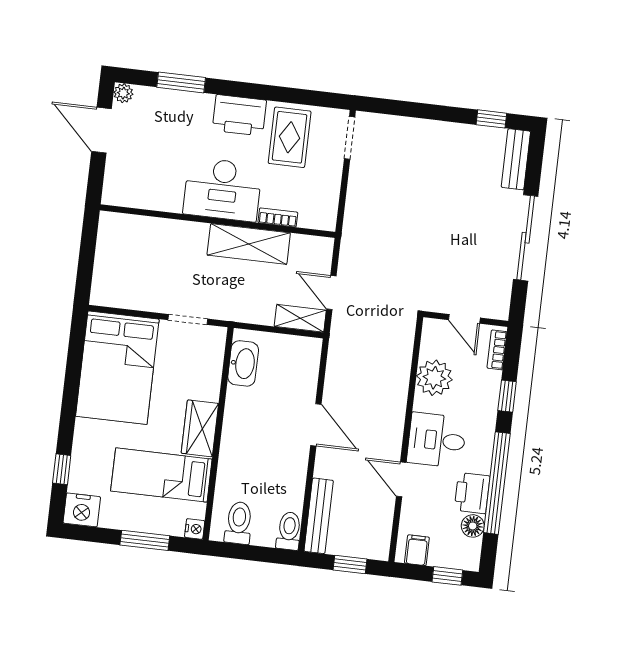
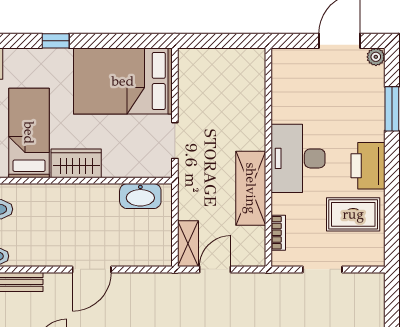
doorway: (350, 138) -> (322, 269), moved
bookcase: (278, 217) -> (278, 233), moved
window: (62, 469) -> (56, 41), moved

